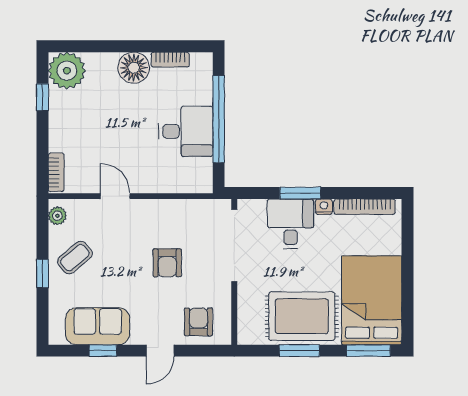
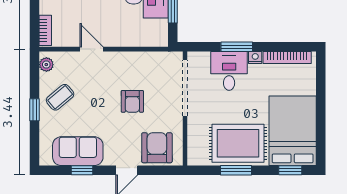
armchair: (198, 322) -> (157, 148), width x1.38, depth x1.38
window: (368, 351) -> (290, 170), width x0.67

